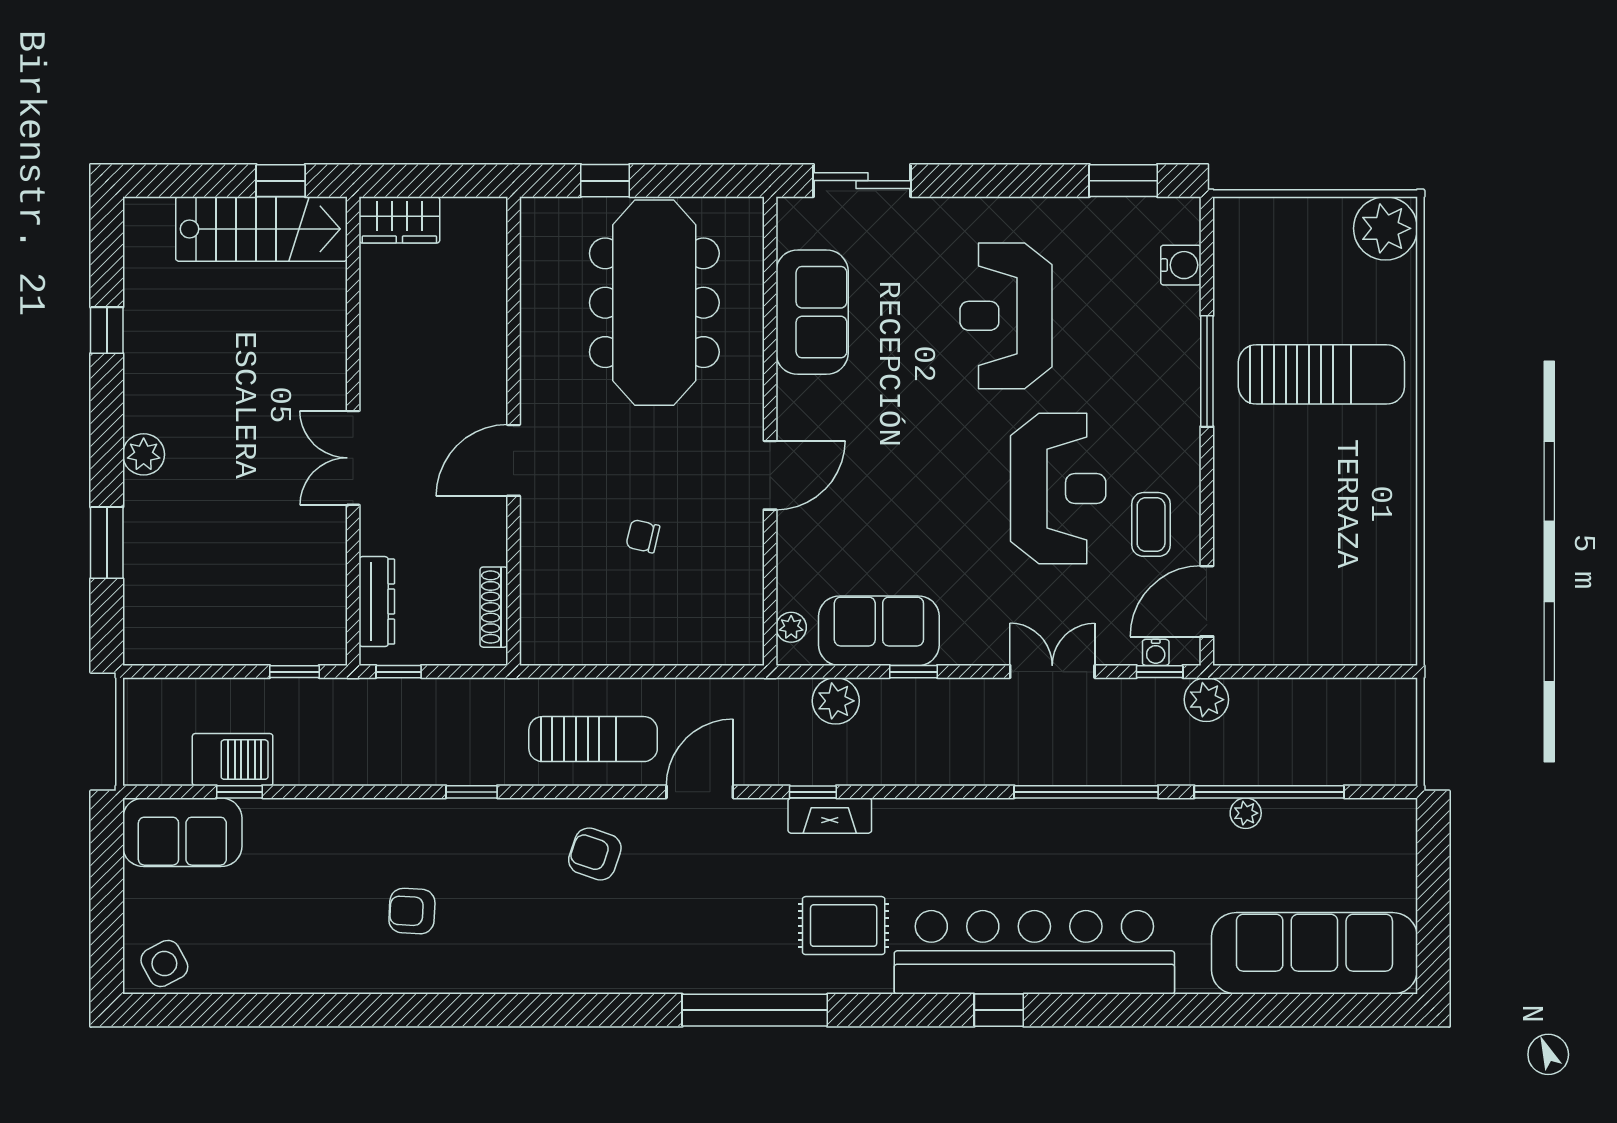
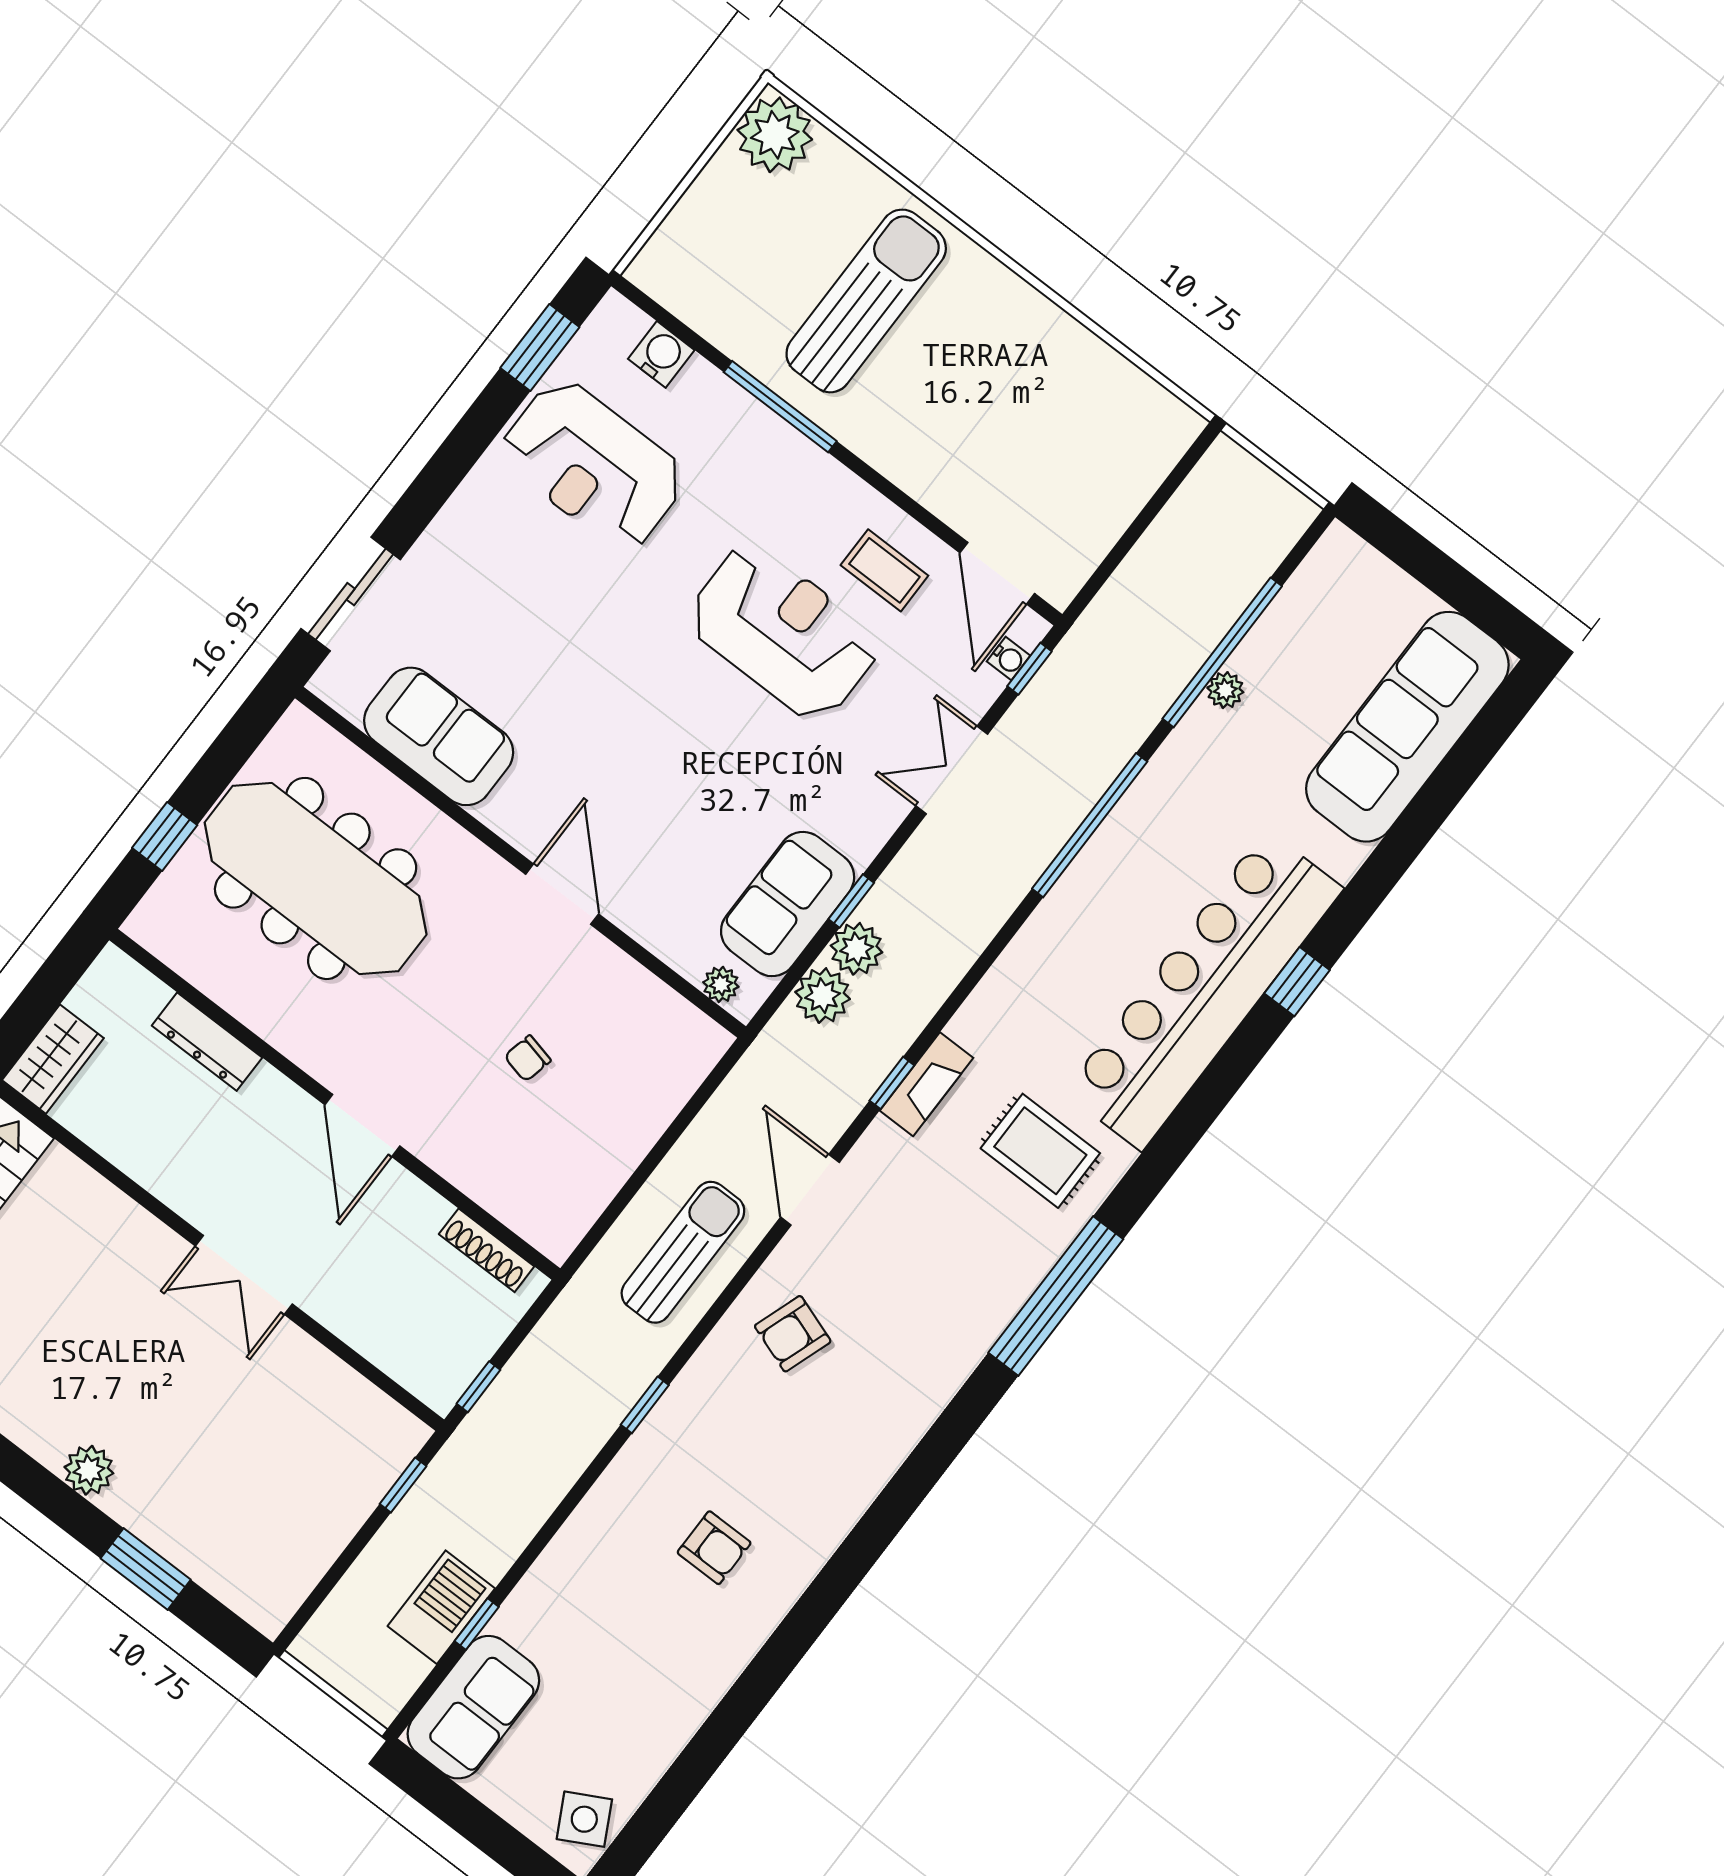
reception desk: (1006, 316) -> (593, 465), moved
dresser: (377, 602) -> (207, 1042), moved, turned 180
plant: (1206, 700) -> (857, 949), moved
armchair: (412, 911) -> (714, 1548), turned -93
rug: (844, 926) -> (1040, 1151), turned 90
window: (999, 1010) -> (1297, 982), moved

